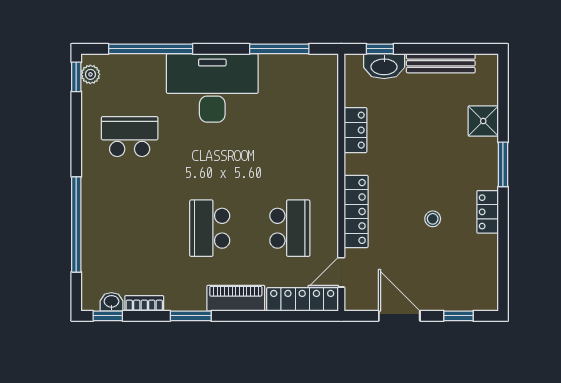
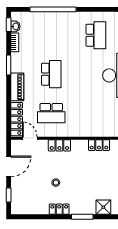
locker: (356, 211) -> (59, 145), width x0.66
school desk: (210, 228) -> (51, 74), turned 90

